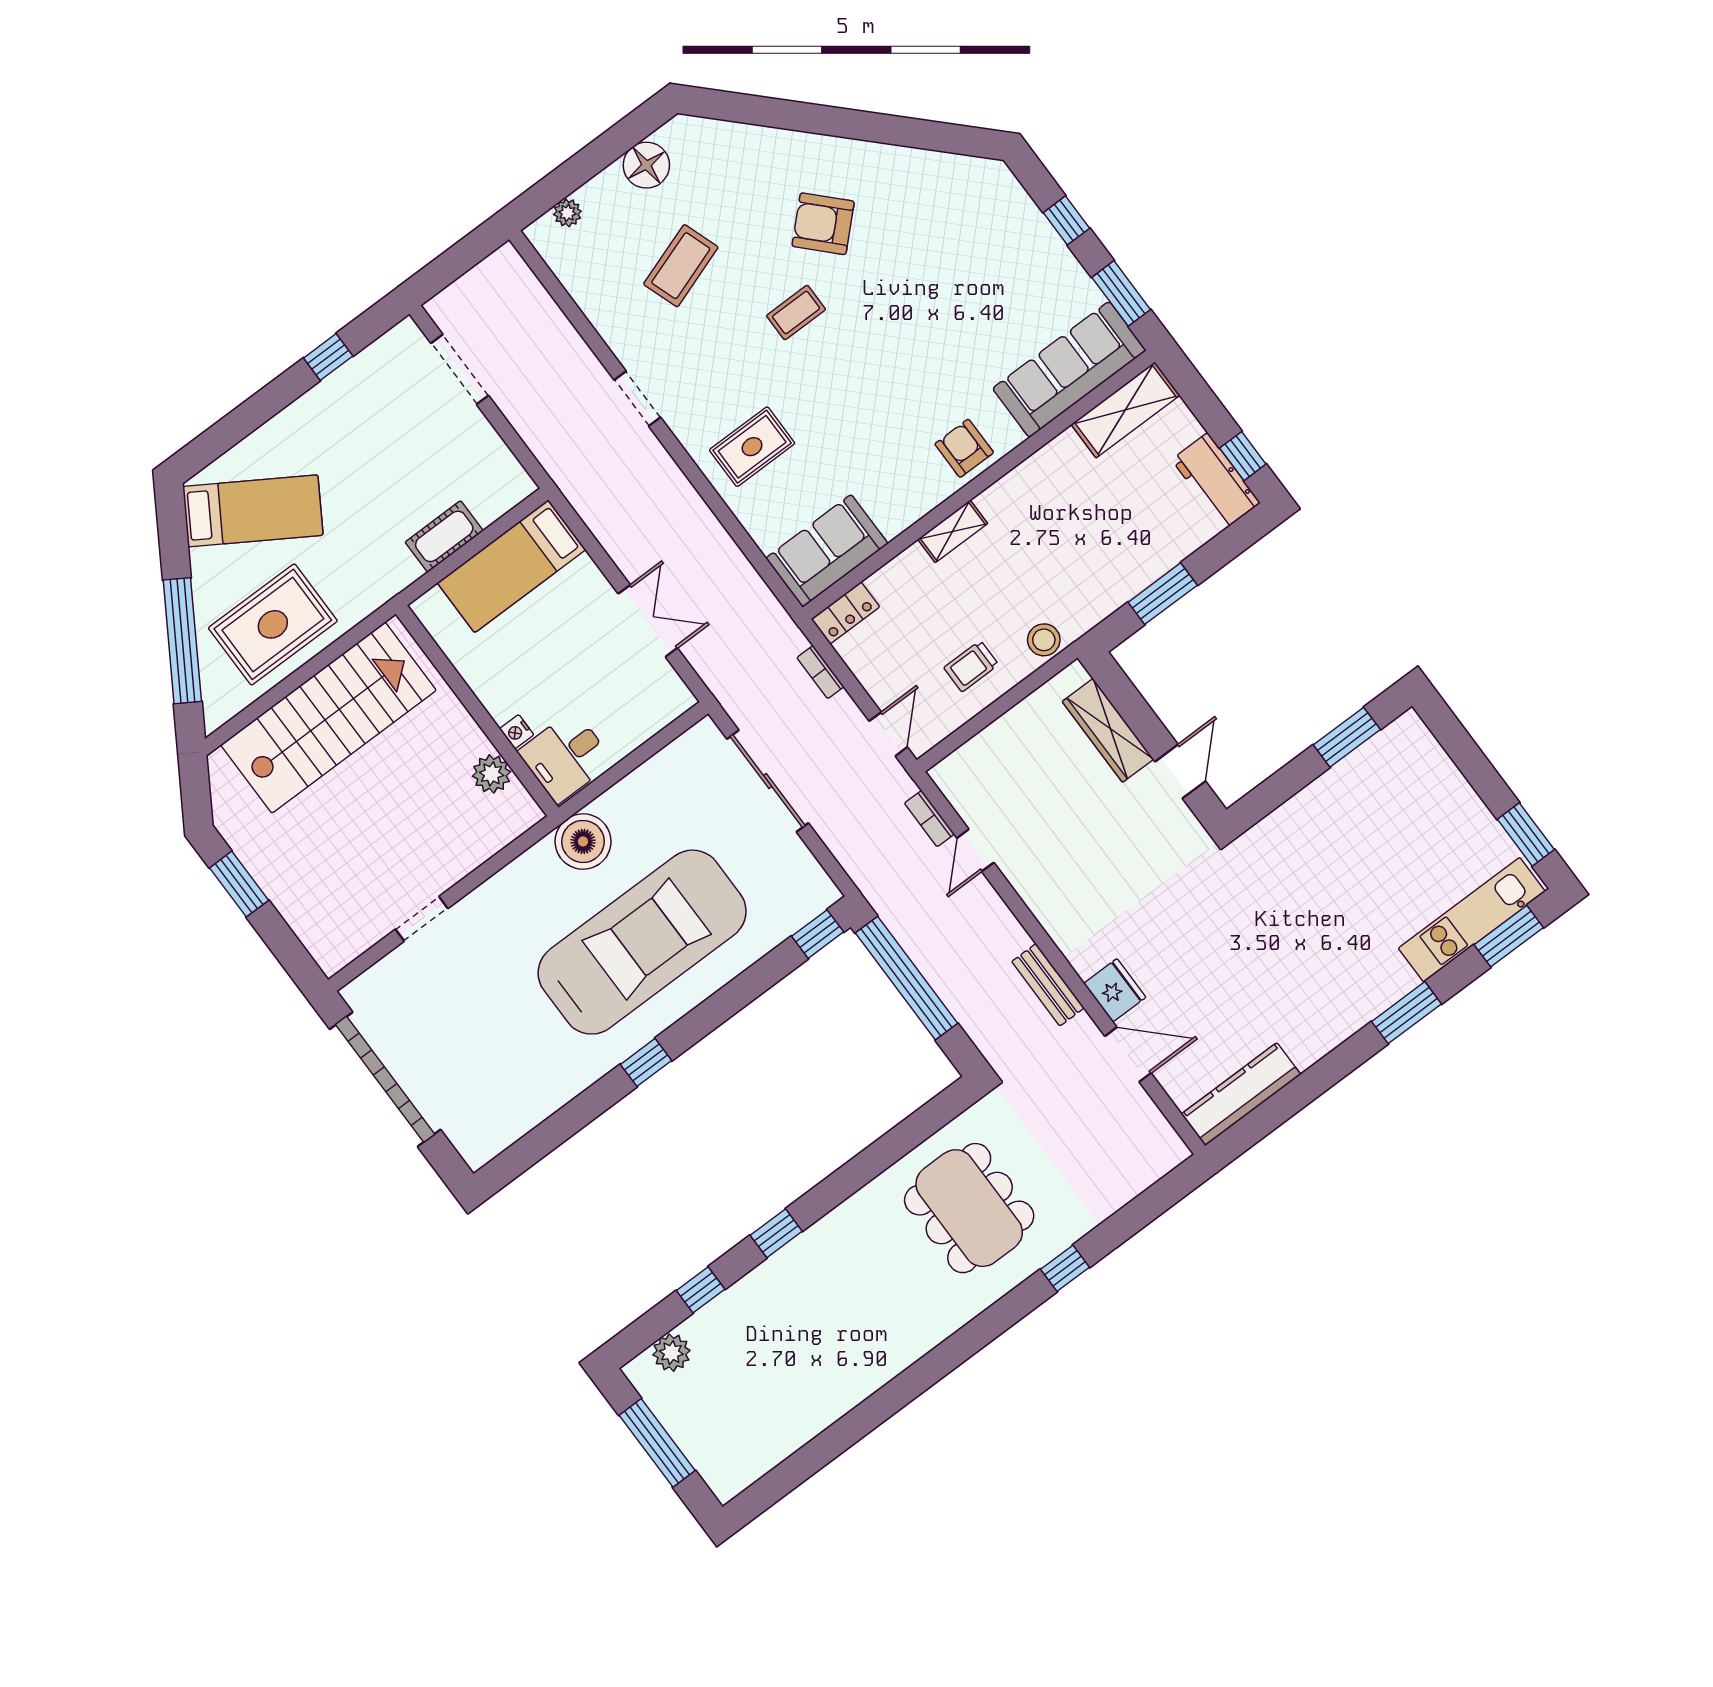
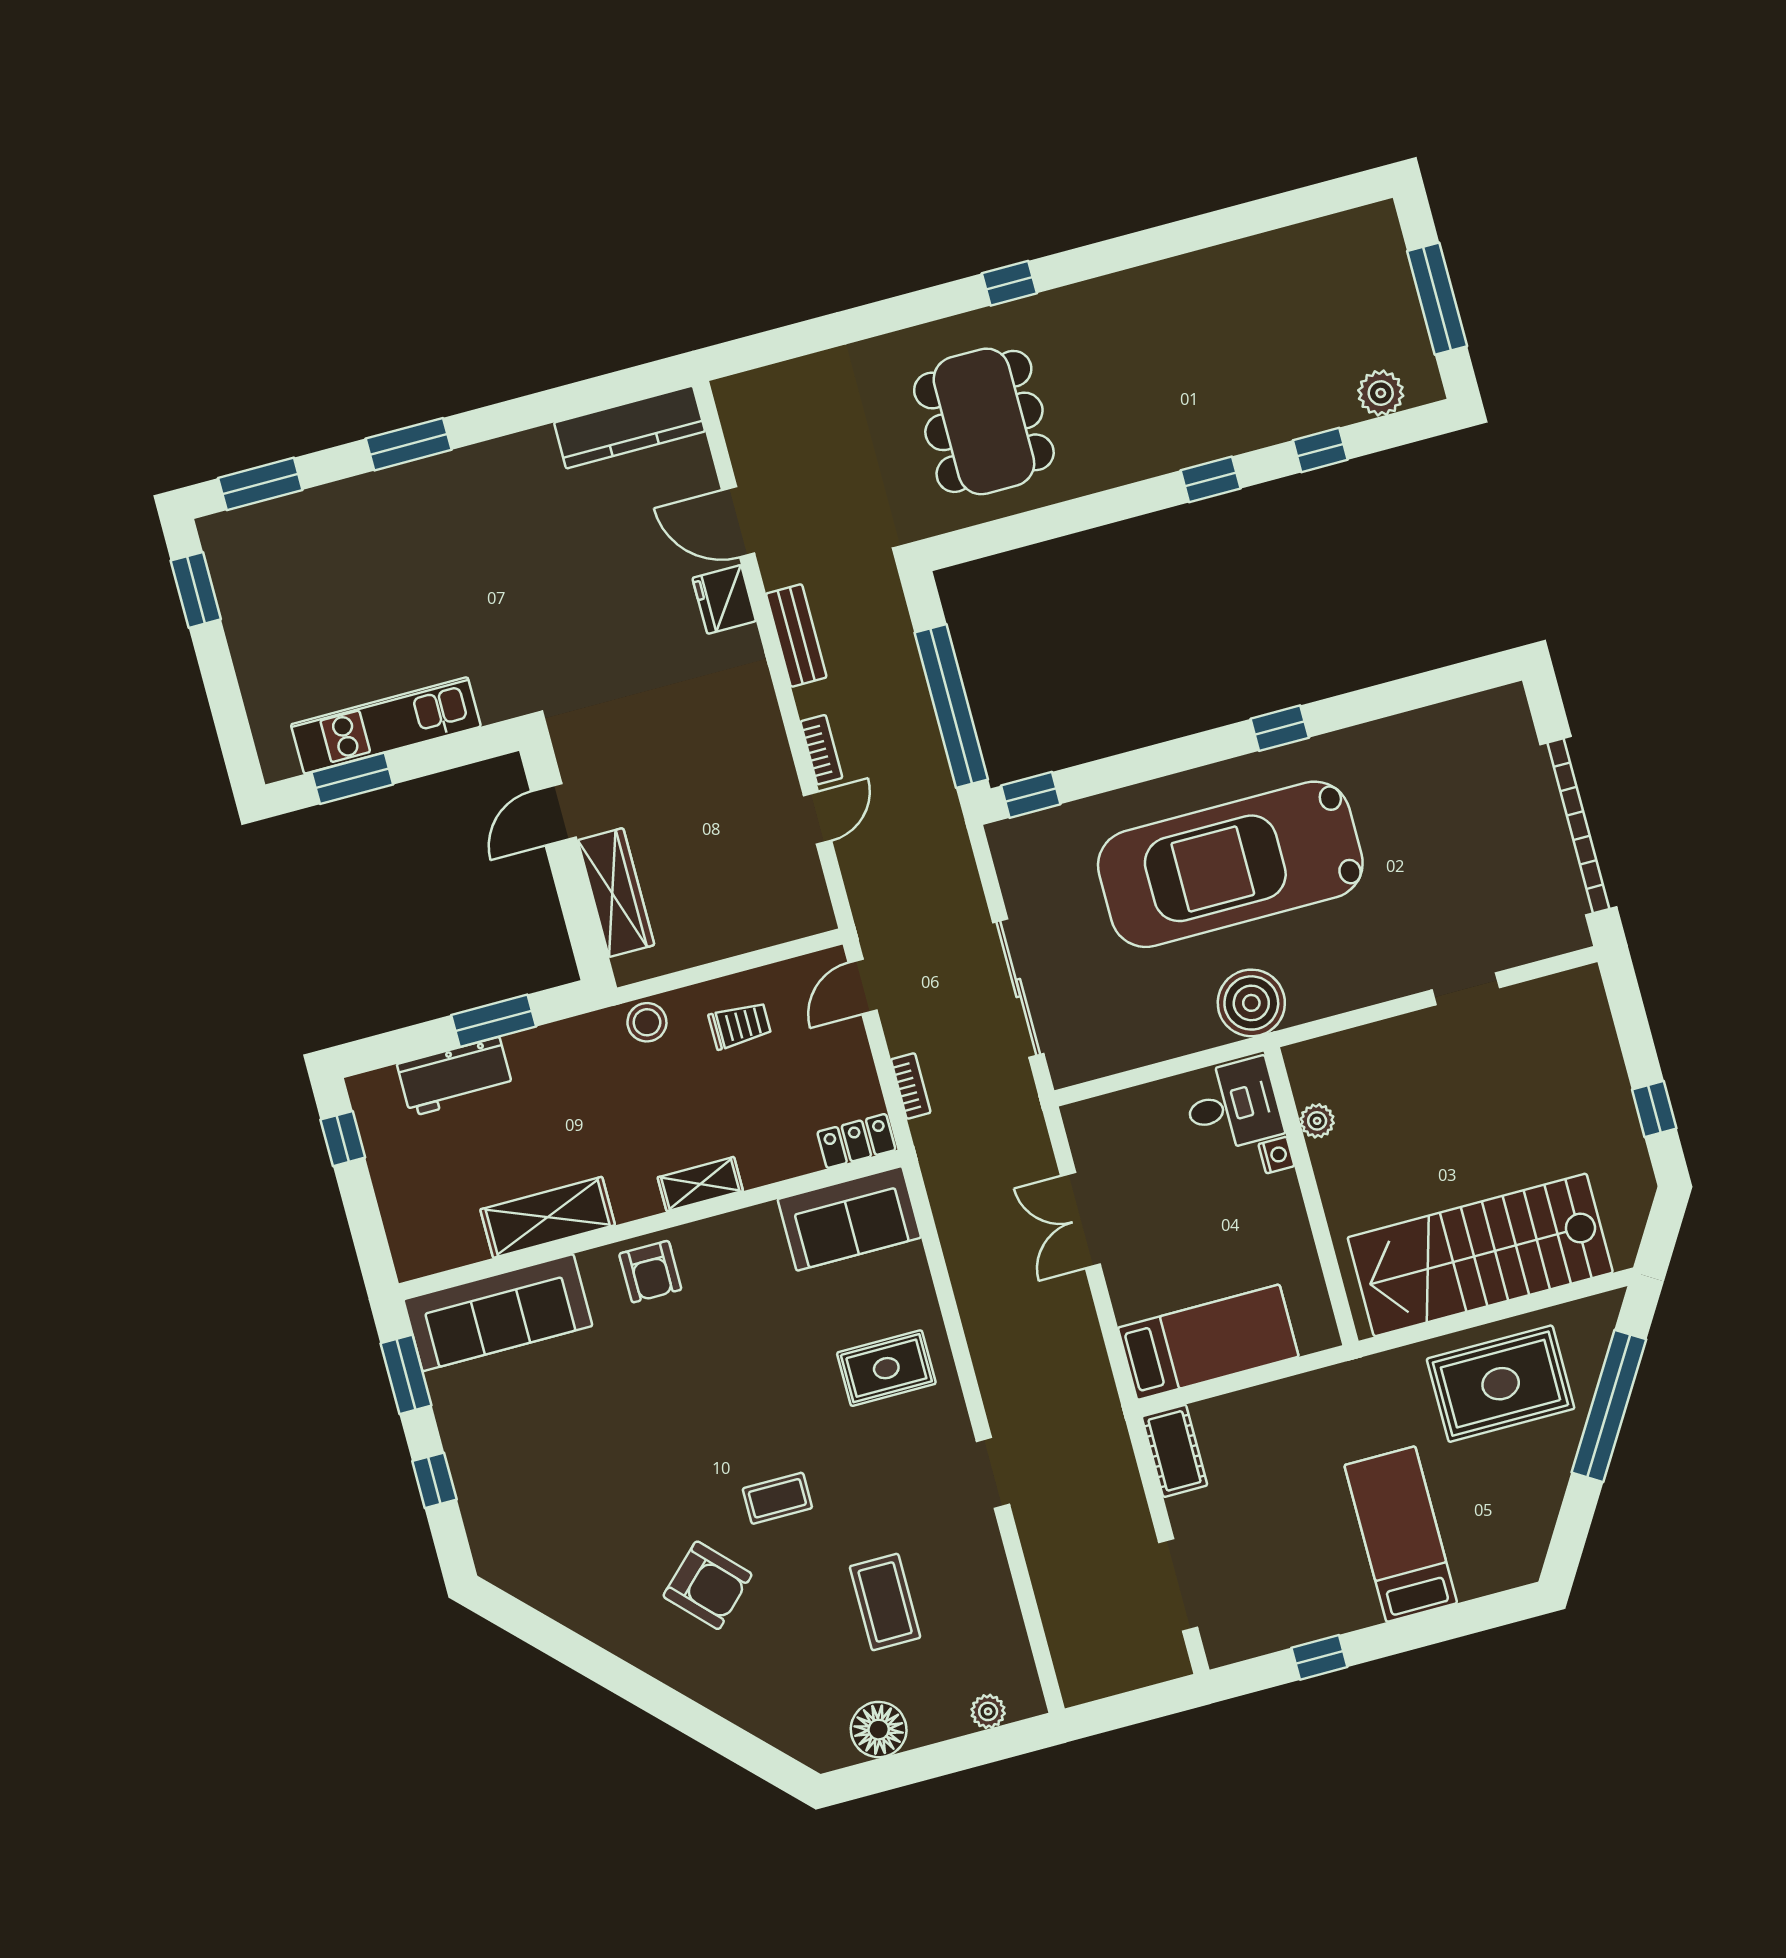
coffee table: (681, 266) -> (885, 1602), turned -71
shelving: (1125, 410) -> (548, 1217), moved
workbench: (1216, 481) -> (455, 1077), moved, turned 90
bed: (253, 511) -> (1401, 1534), moved, turned 58
cot: (444, 536) -> (1175, 1451), moved, turned 90
plant: (492, 774) -> (1317, 1121), width x0.73, depth x0.73
bookcase: (929, 819) -> (821, 750), moved
window: (239, 884) -> (1654, 1109), width x0.67
kitchen unit: (1472, 920) -> (386, 725), moved, turned 180
window: (1065, 1268) -> (1009, 283), moved

